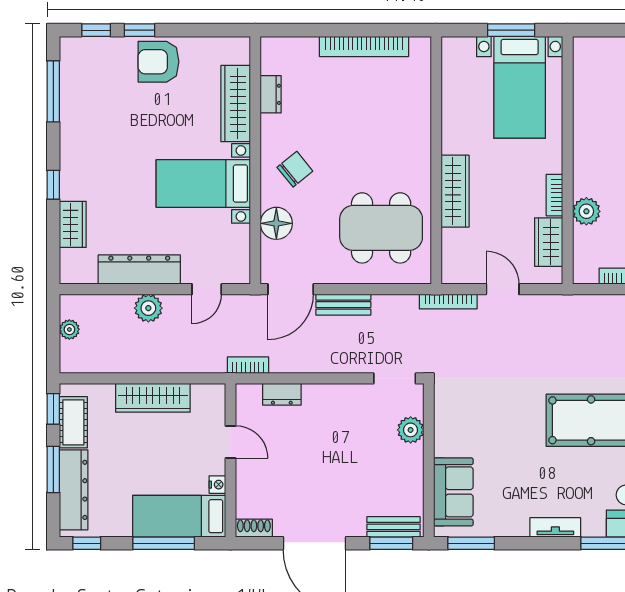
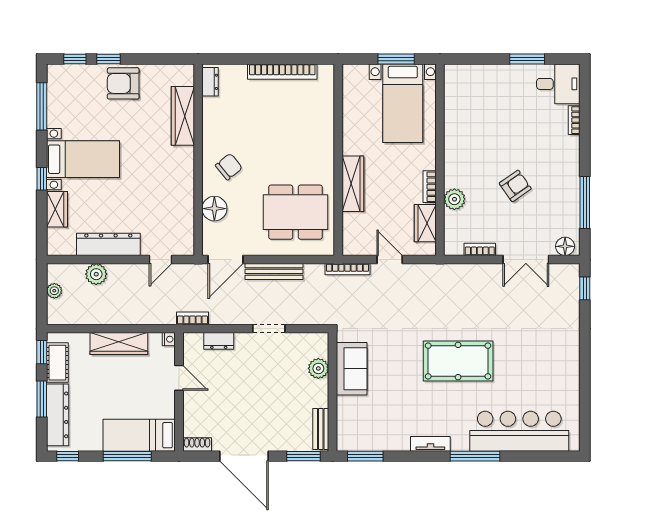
dresser: (271, 94) -> (210, 82), moved
bed with nightstands: (203, 183) -> (83, 159), moved, turned 180
bench: (343, 305) -> (274, 271), width x1.36
plant: (148, 308) -> (96, 274), moved
doorway: (395, 378) -> (269, 329), moved
nightstand: (217, 485) -> (169, 339), moved
sofa: (453, 492) -> (352, 369), moved
bench: (393, 527) -> (321, 429), moved, turned 90

